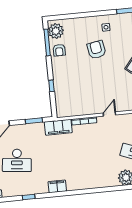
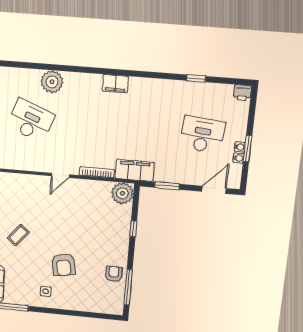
plant: (56, 31) -> (122, 193), moved
filing cabinet: (57, 186) -> (115, 84), moved

